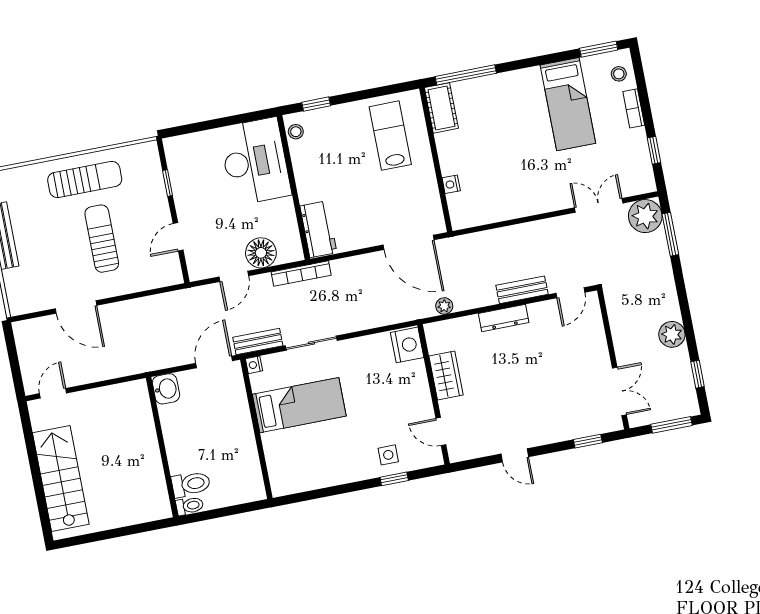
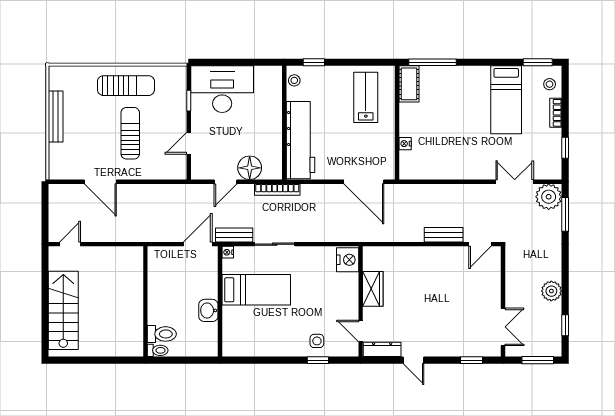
desk: (255, 161) -> (222, 89), moved, turned -90
workbench: (318, 229) -> (300, 140), width x1.88, depth x1.32
plant: (444, 306) -> (382, 236), removed
dresser: (504, 318) -> (382, 349), moved, turned 180
washbasin: (166, 389) -> (208, 310), moved, turned 180

